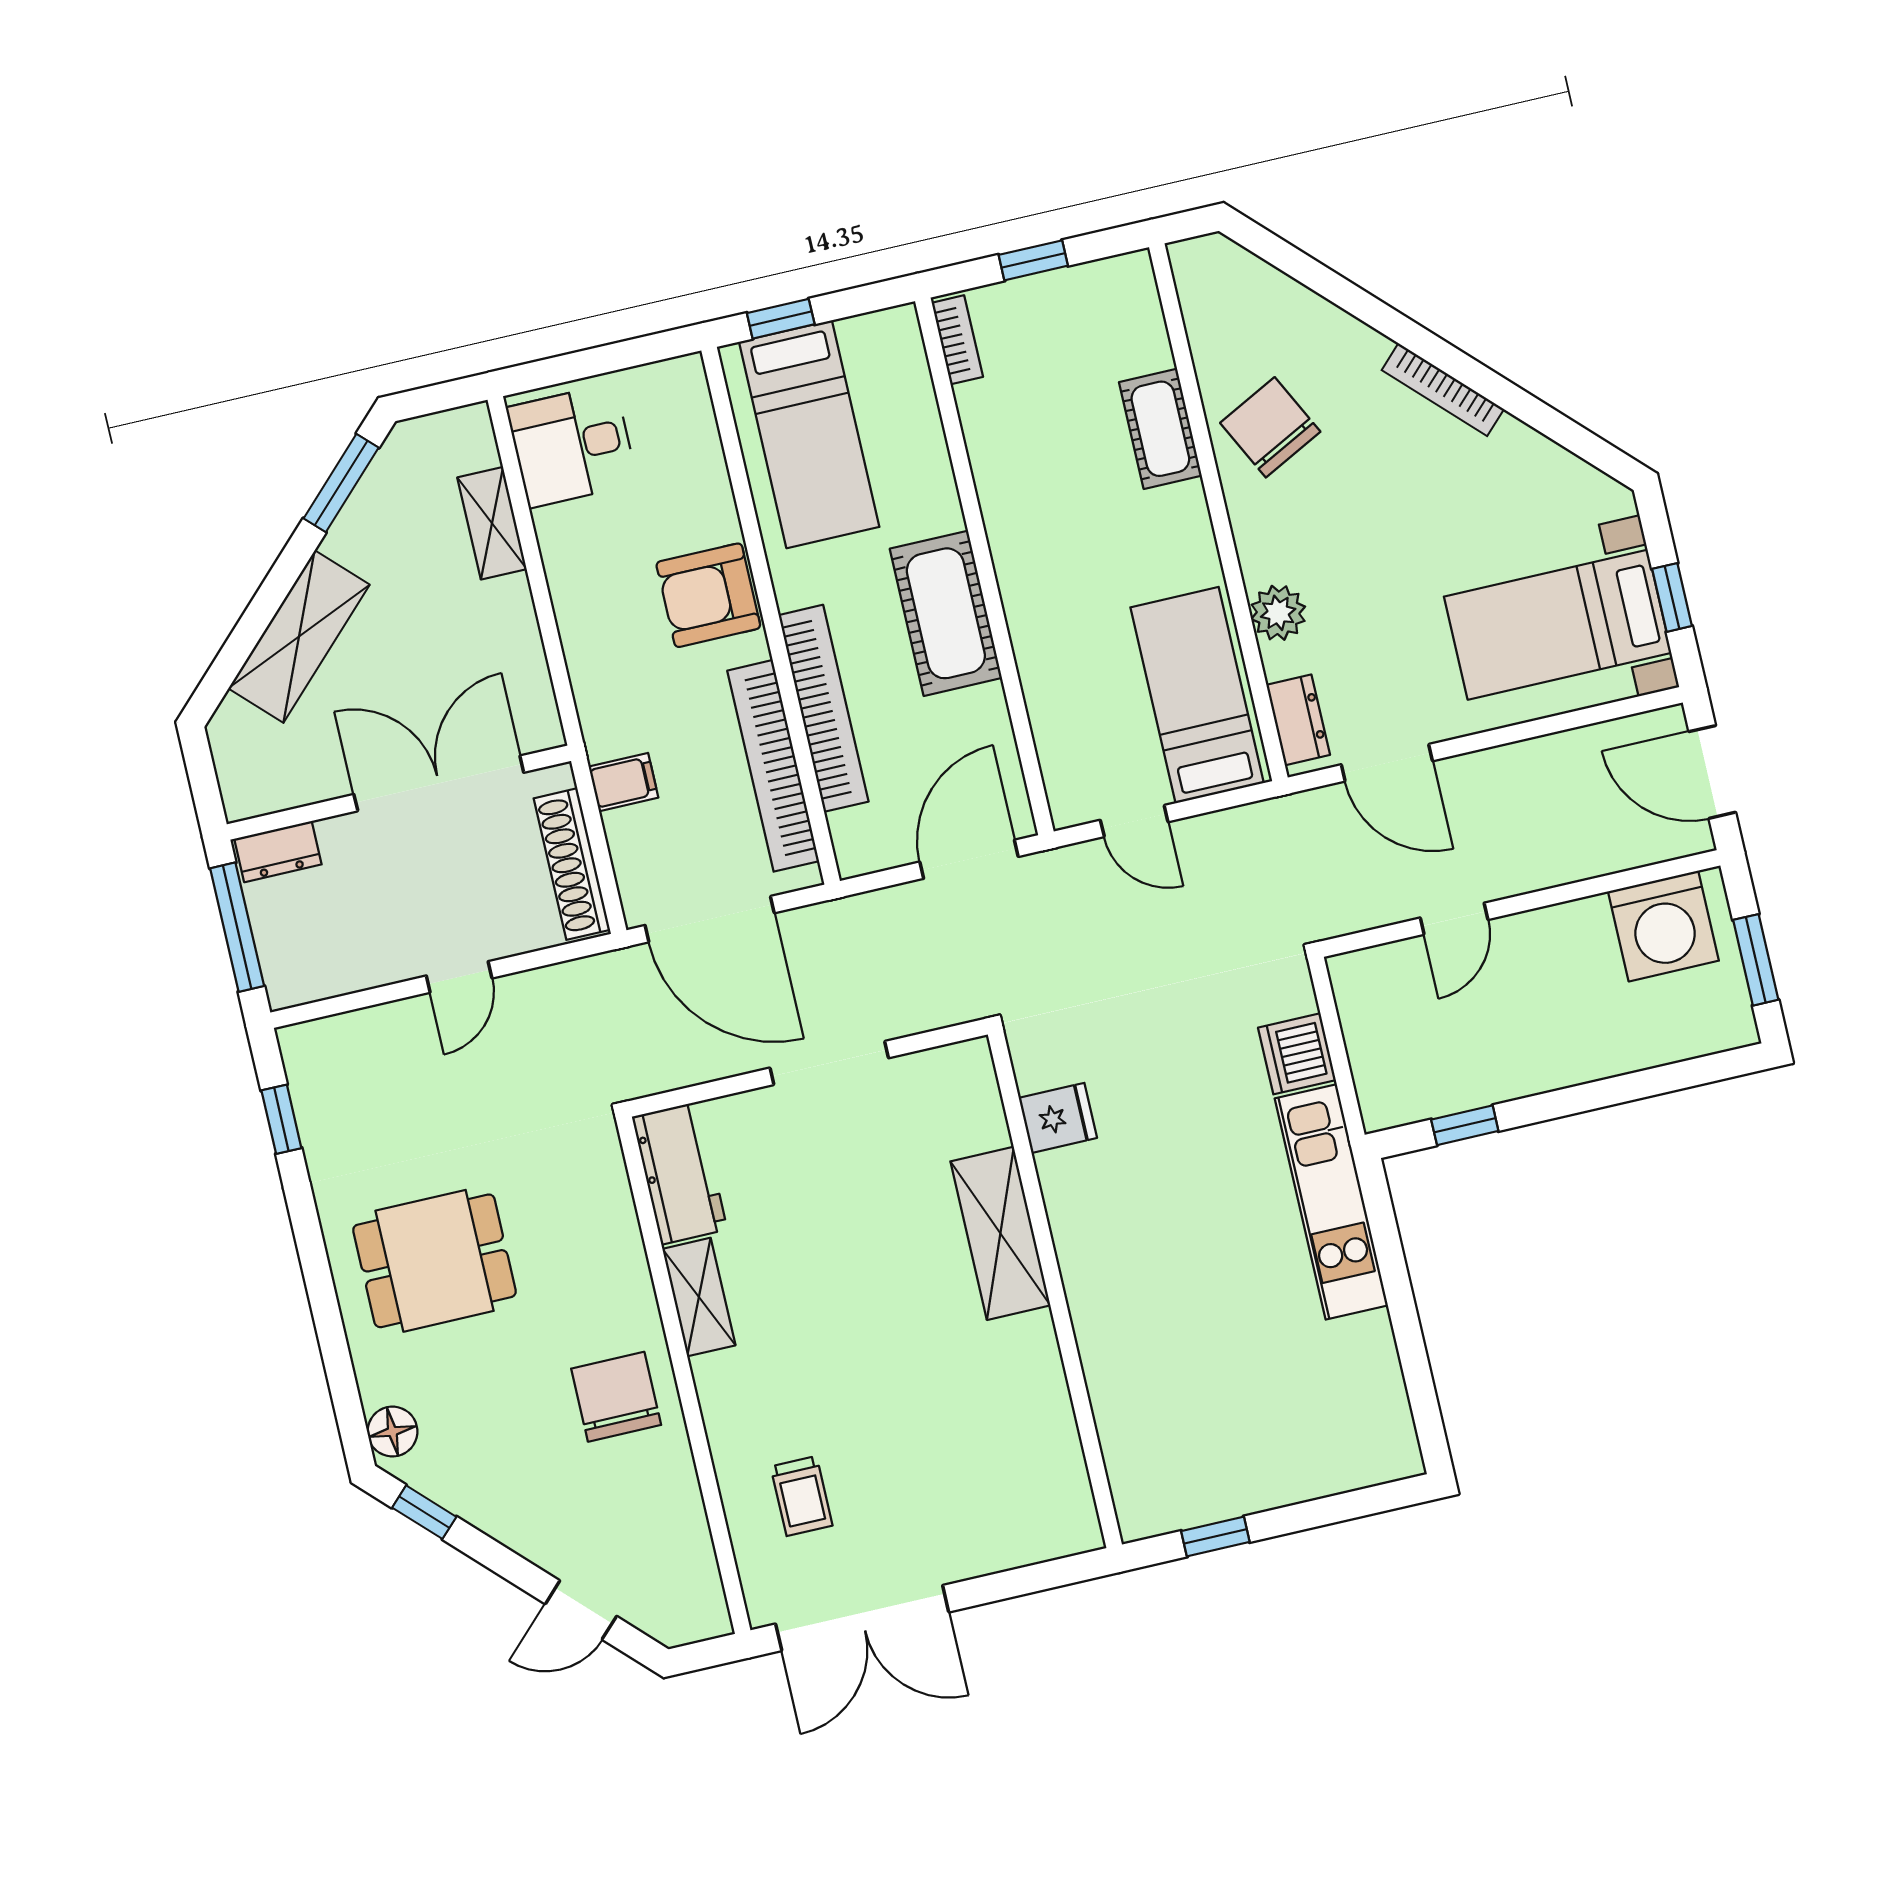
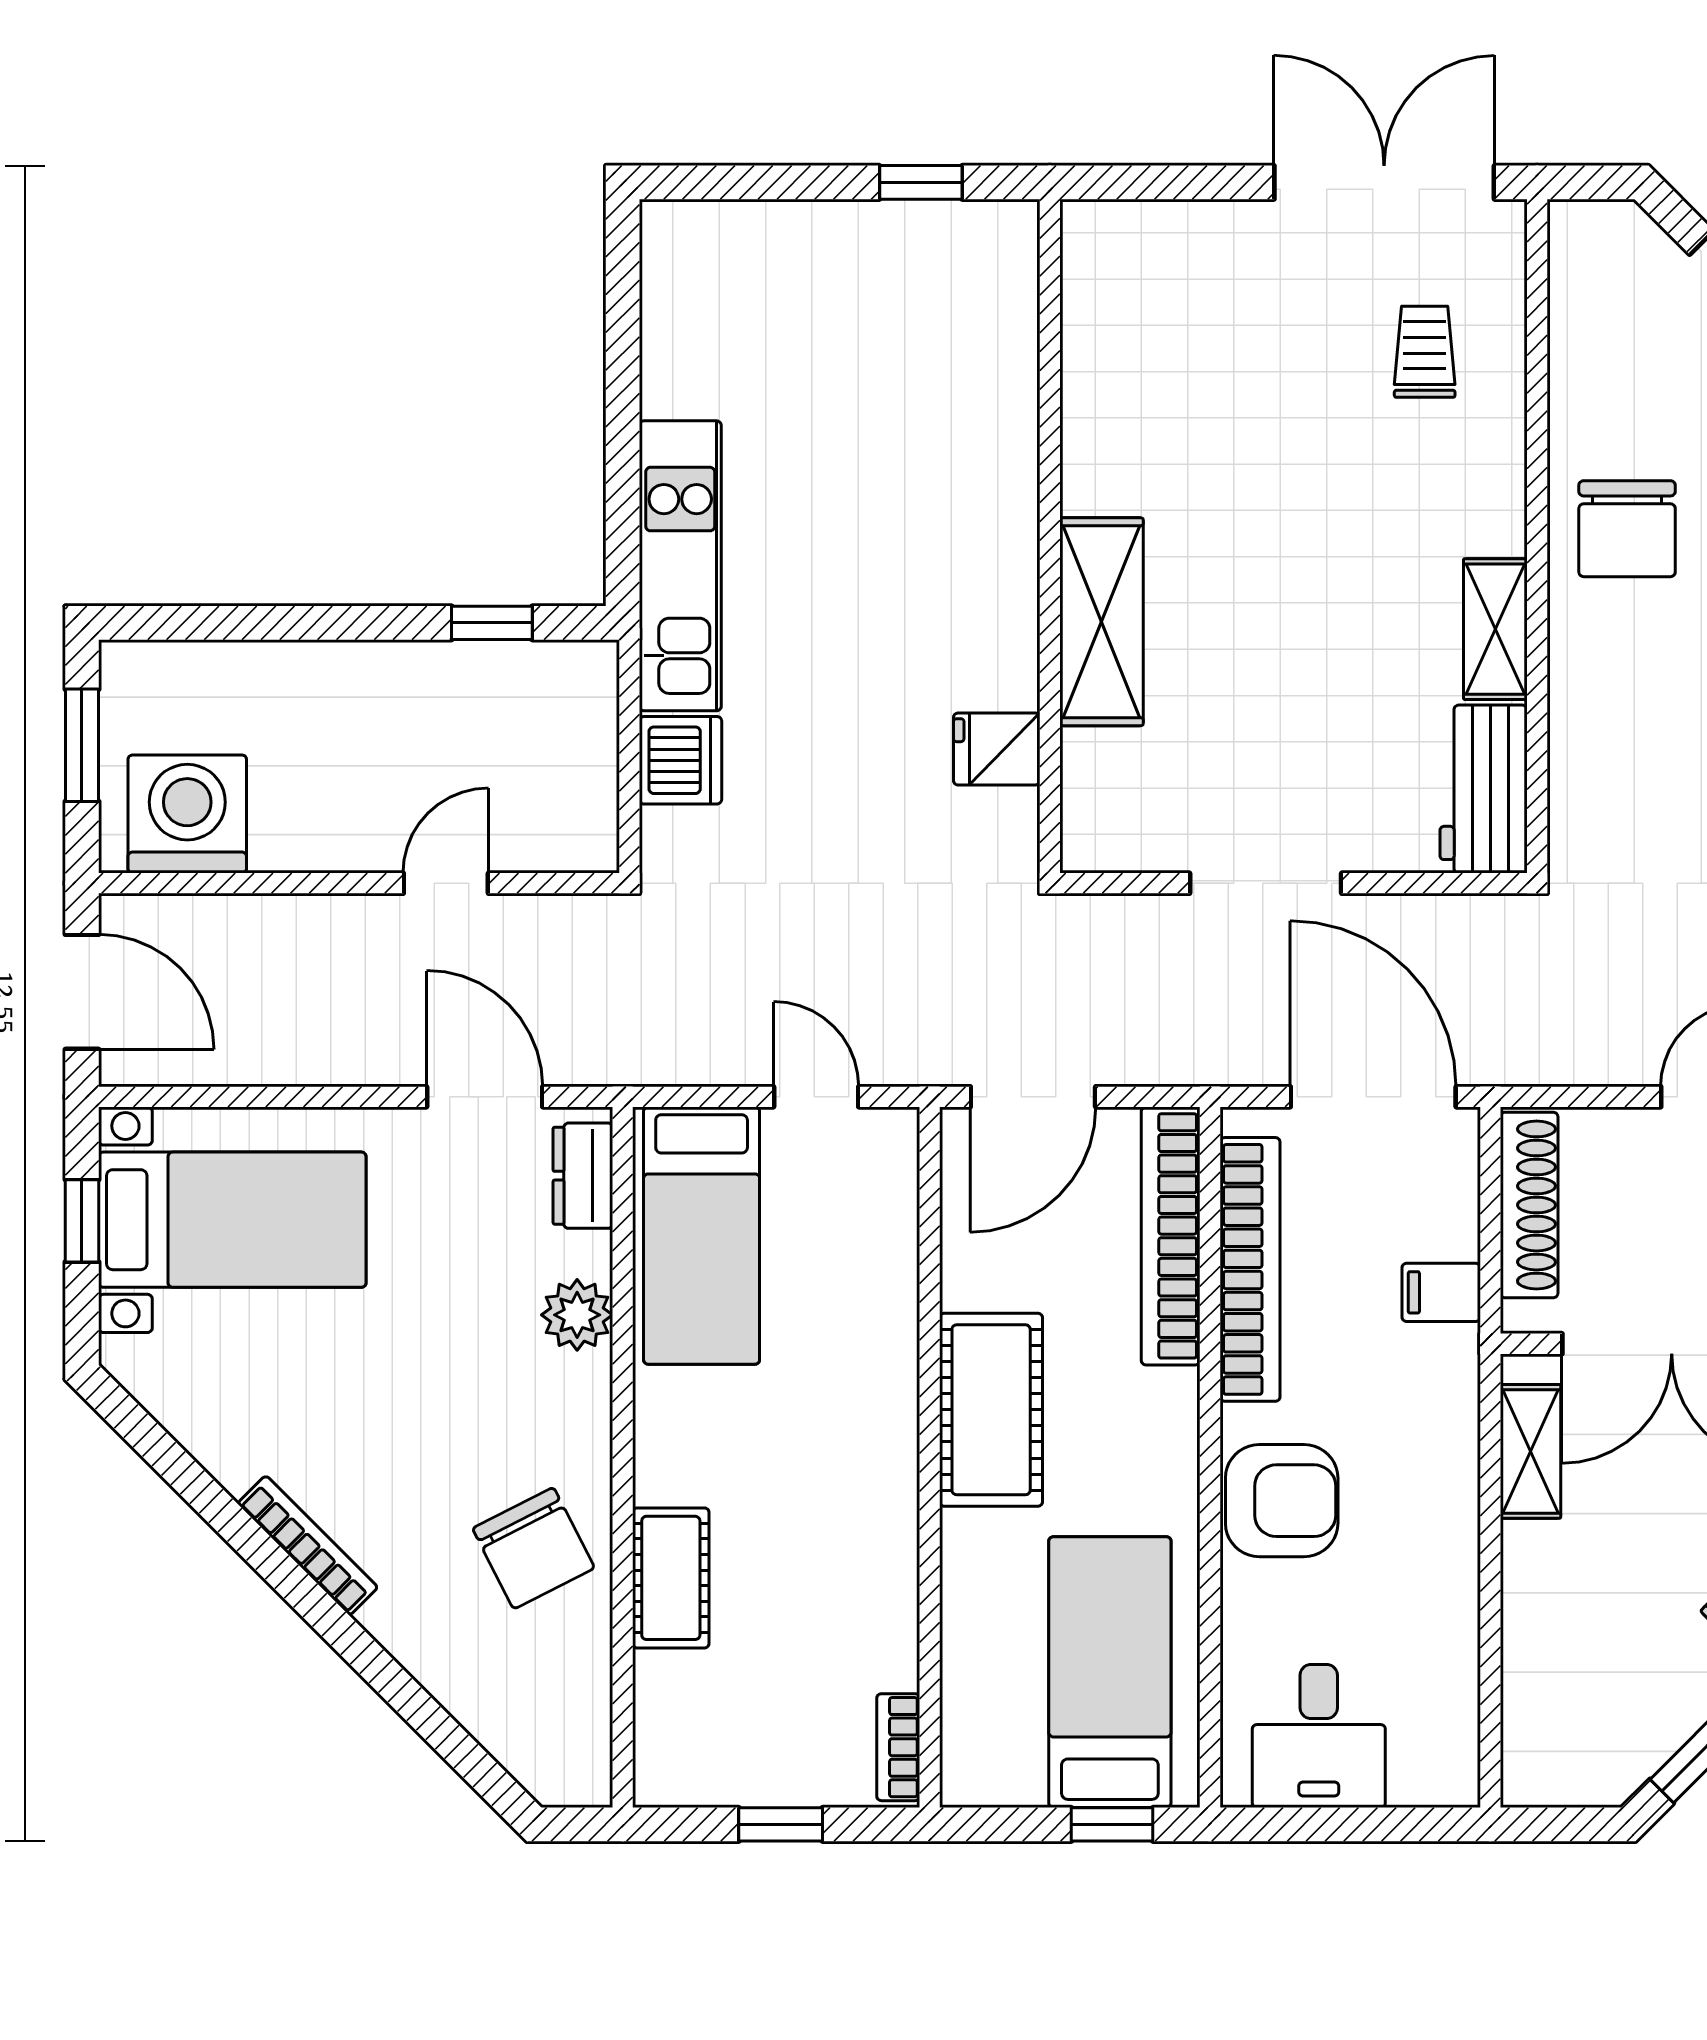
desk: (572, 446) -> (1319, 1736), moved, turned 90
shelving: (492, 523) -> (1530, 1451), moved
bookcase: (824, 708) -> (1171, 1236), moved

